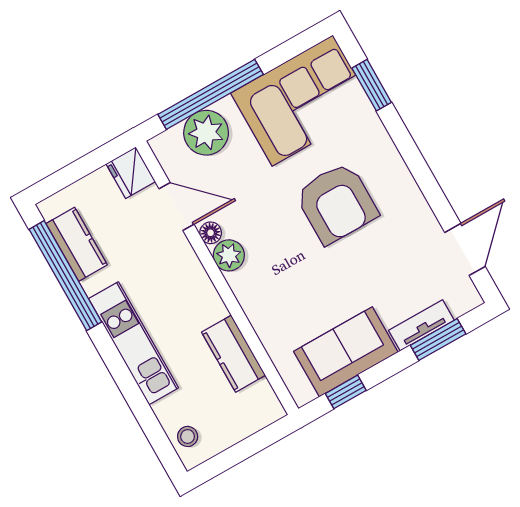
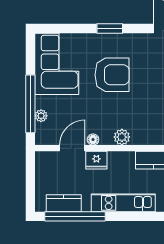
window: (372, 85) -> (110, 29), moved
plant: (206, 133) -> (41, 116), width x0.53, depth x0.53
fridge: (131, 173) -> (96, 160), moved
plant: (229, 255) -> (122, 137), moved

